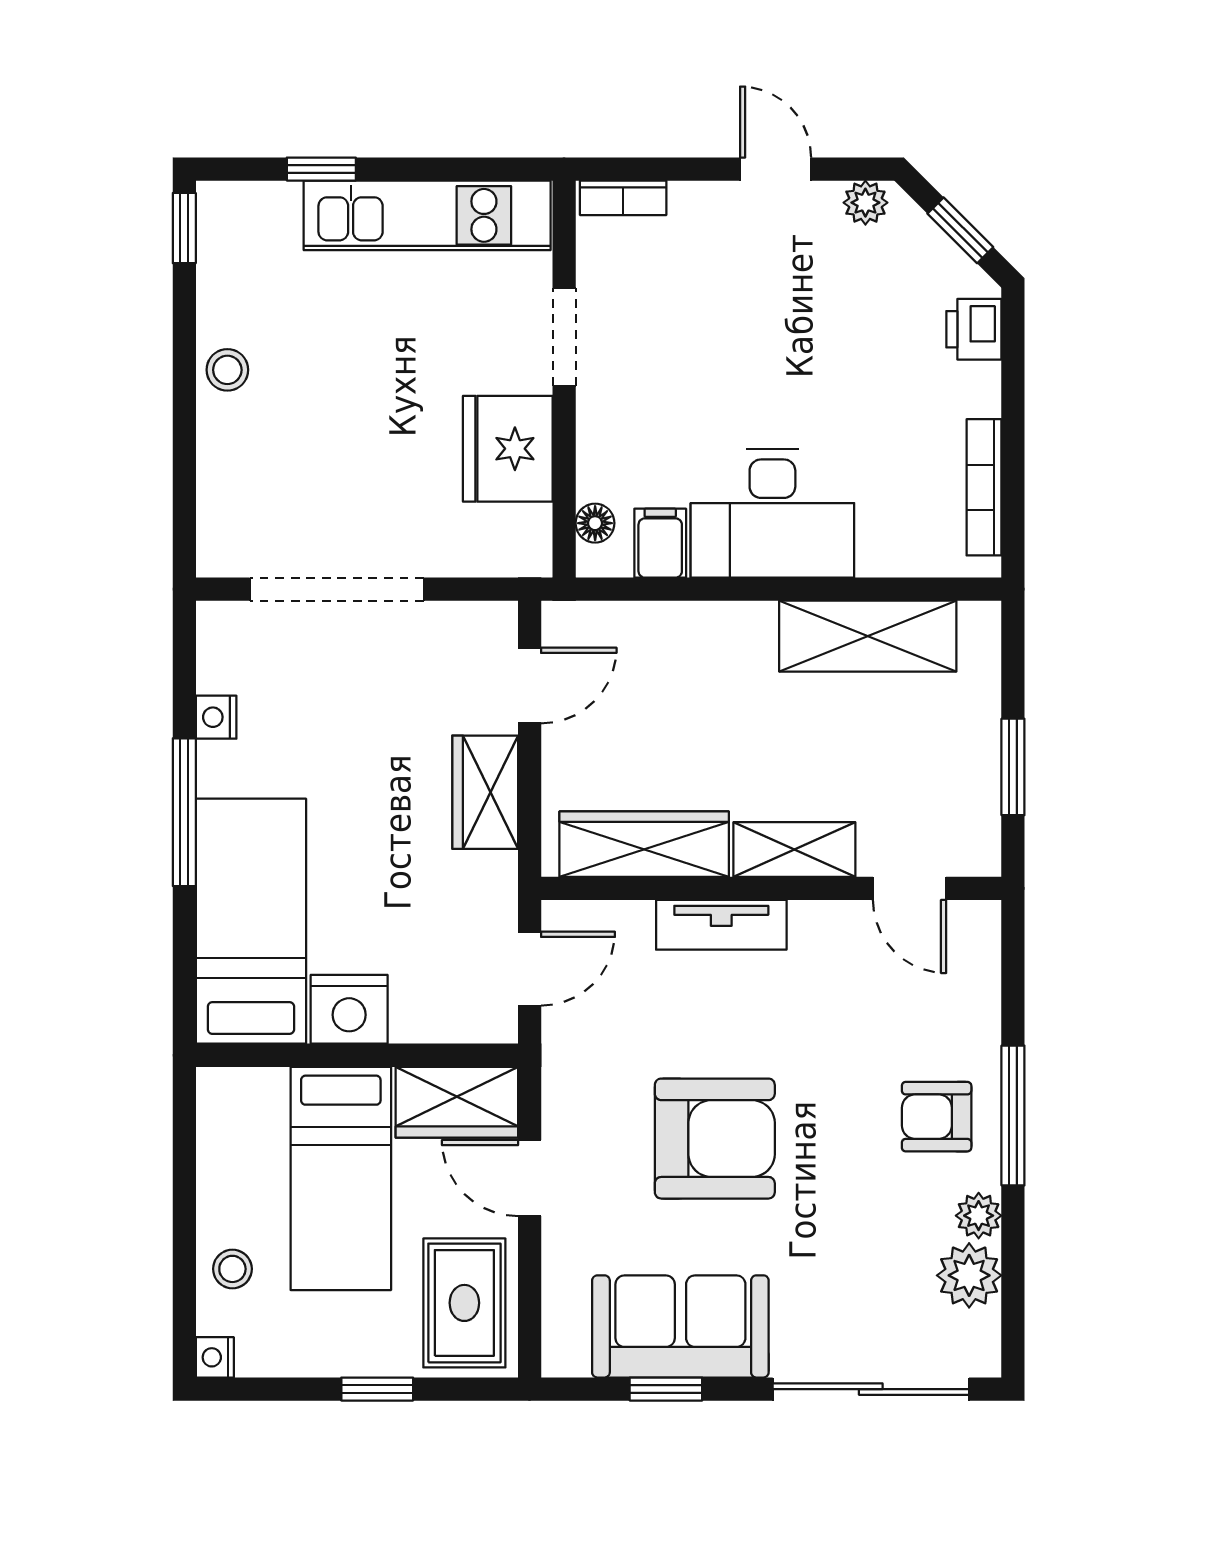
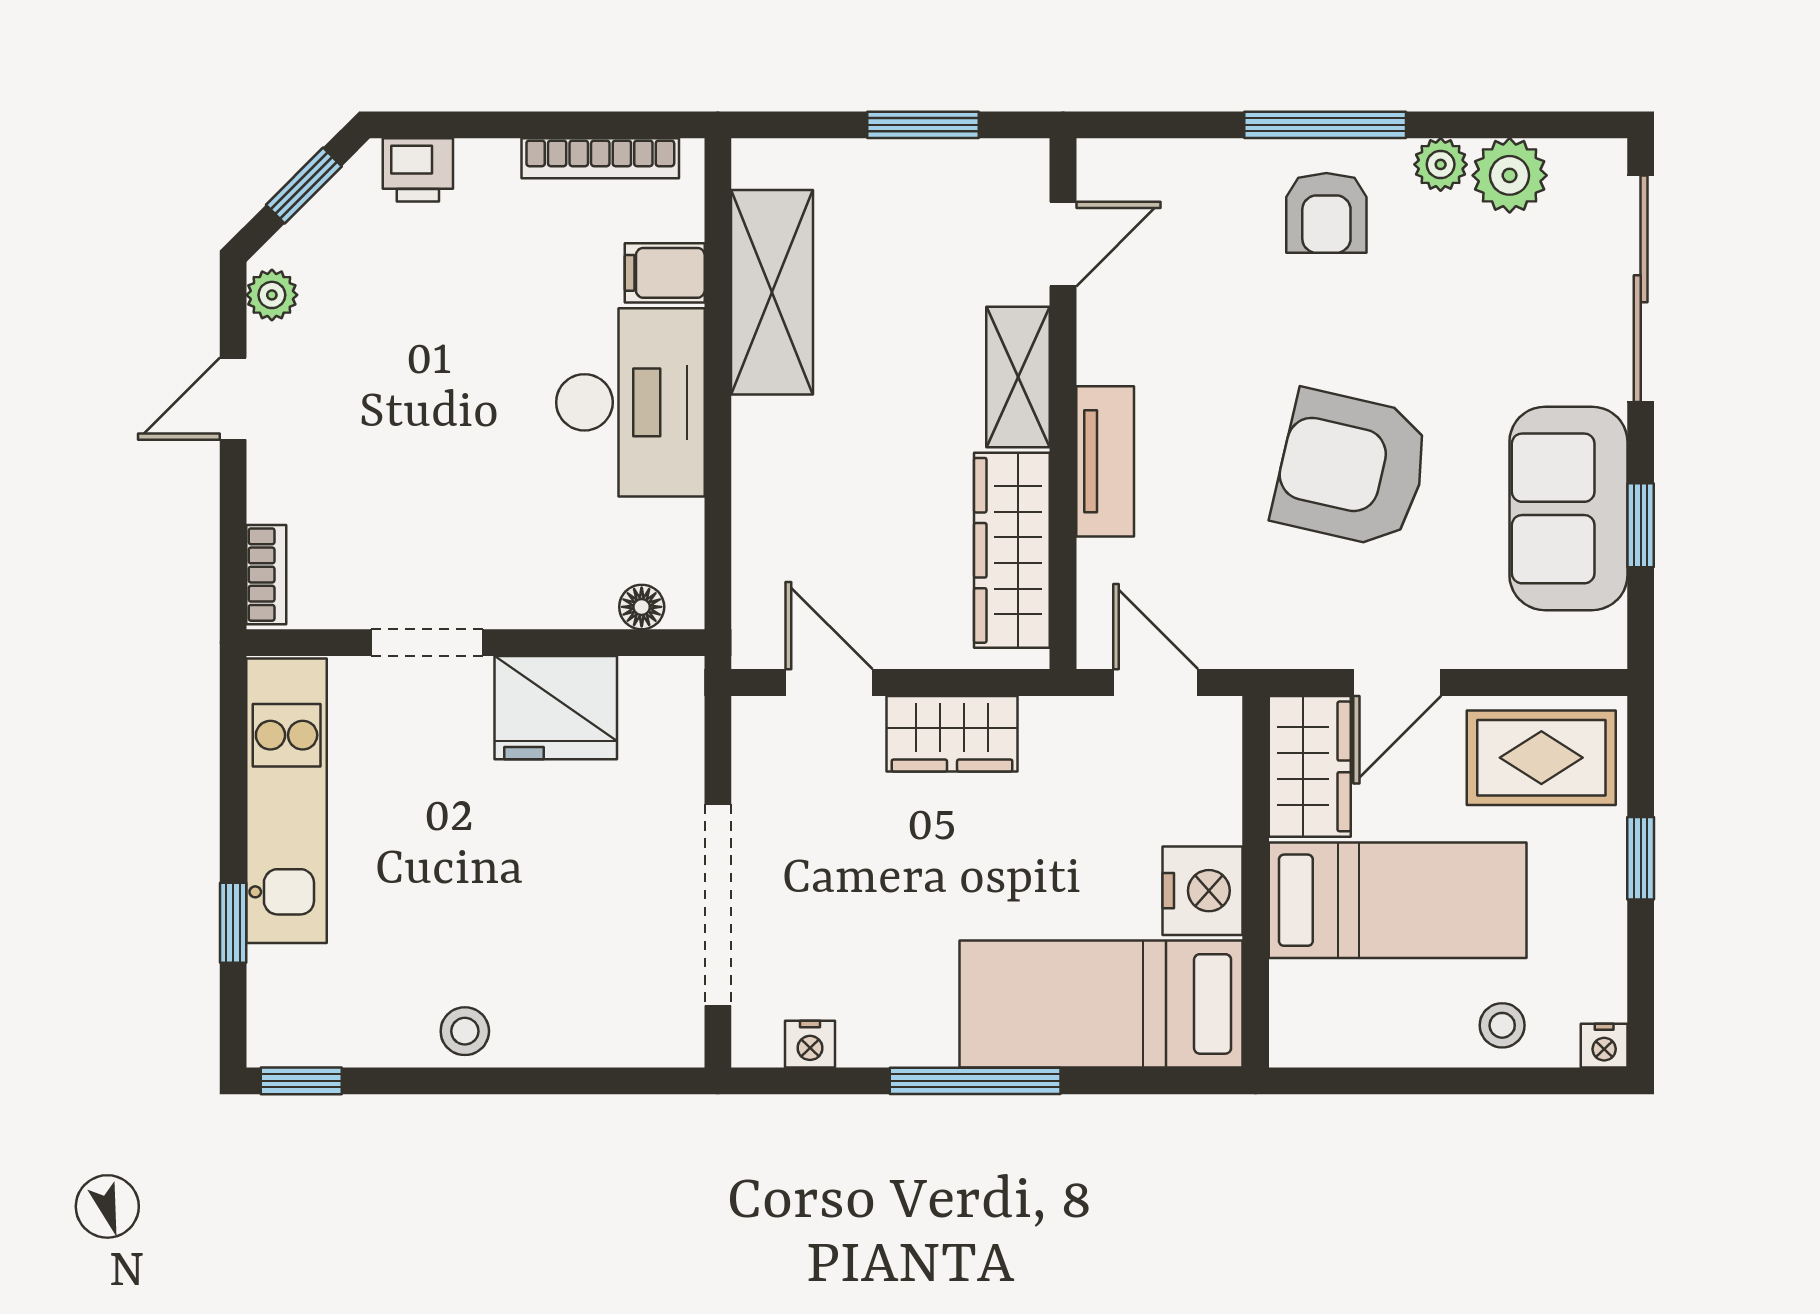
filing cabinet: (660, 543) -> (665, 273), moved
nightstand: (216, 717) -> (810, 1044), moved
armchair: (715, 1139) -> (1352, 469), turned -77

